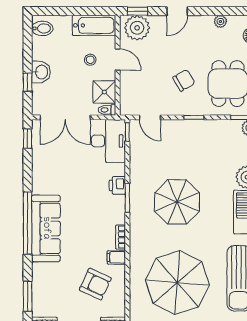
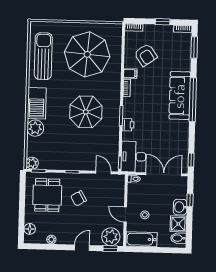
shower: (104, 92) -> (178, 224), moved
armchair: (95, 284) -> (146, 55), turned -150

